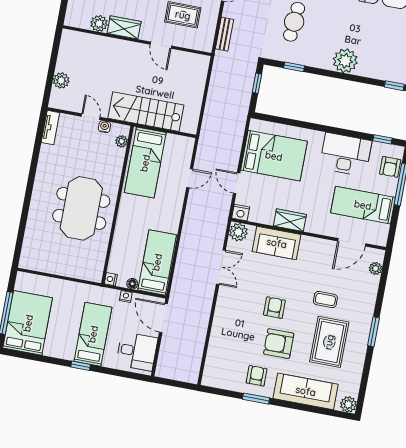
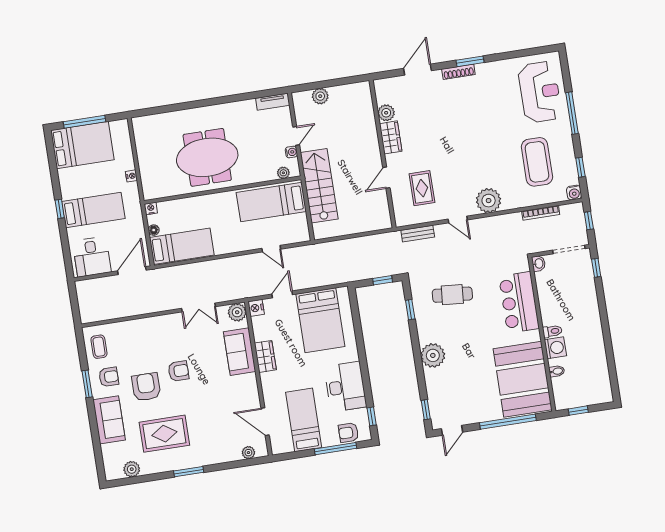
nightstand: (126, 296) -> (131, 176), moved
coffee table: (325, 300) -> (99, 347), moved
sofa: (306, 391) -> (109, 420), width x0.73
plant: (348, 404) -> (132, 469), moved

